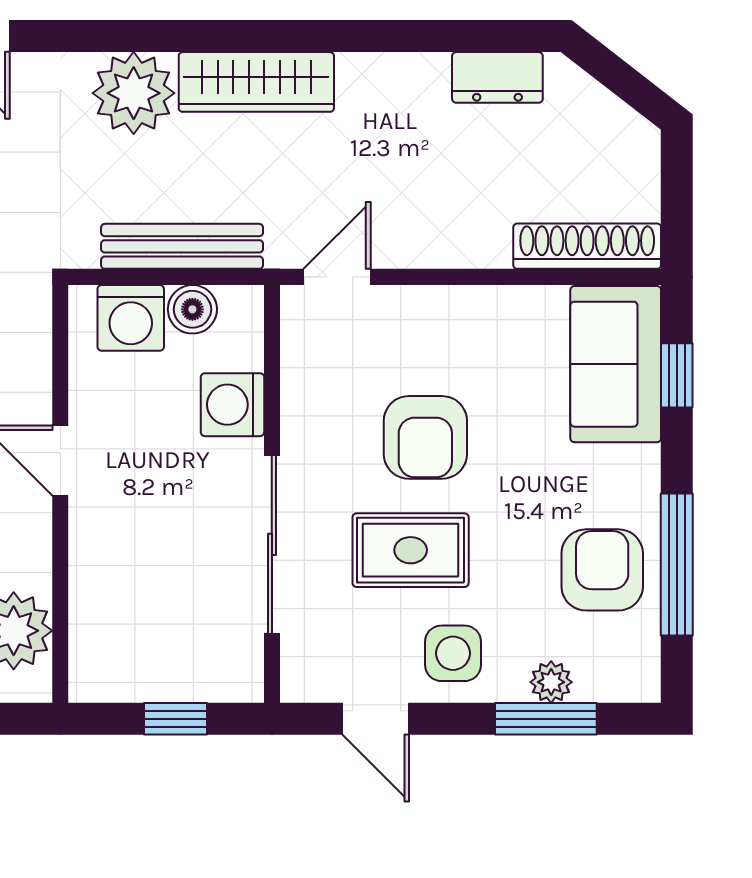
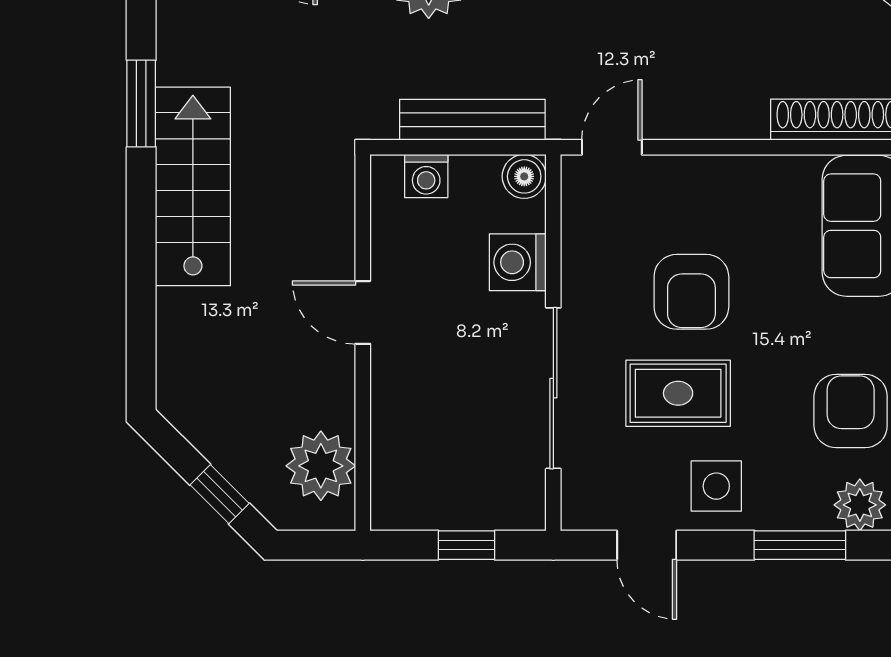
boiler: (192, 309) -> (524, 176), moved
washing machine: (131, 318) -> (426, 176), width x0.73, depth x0.73
plant: (551, 682) -> (860, 505), moved, width x1.38, depth x1.38

